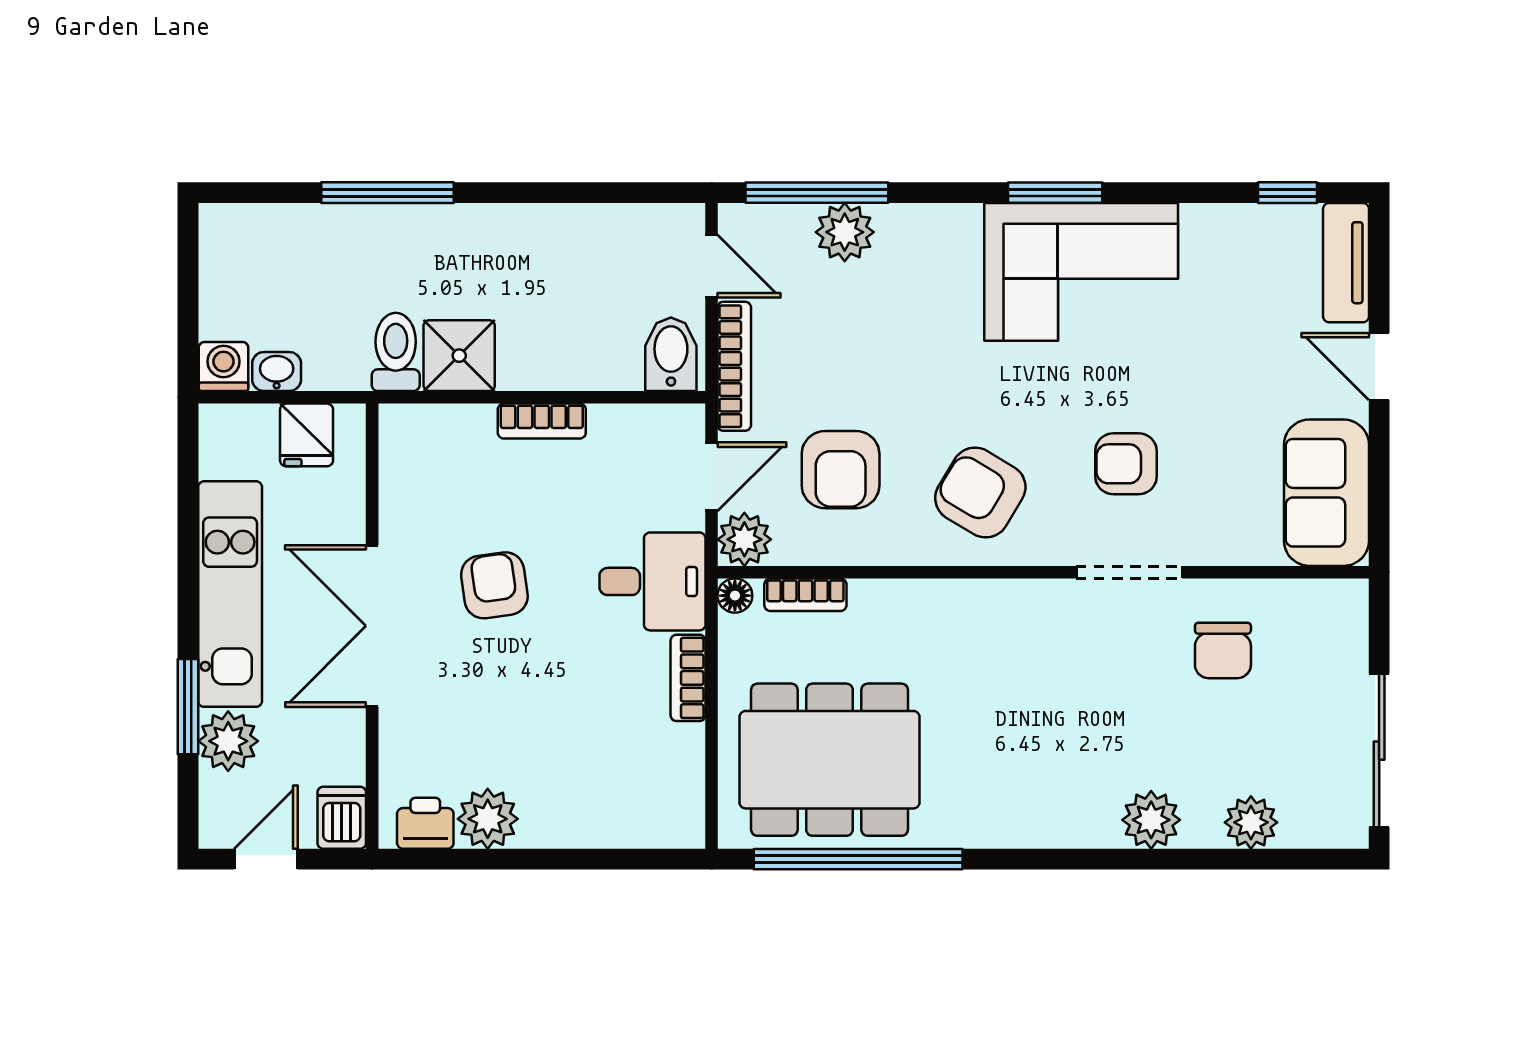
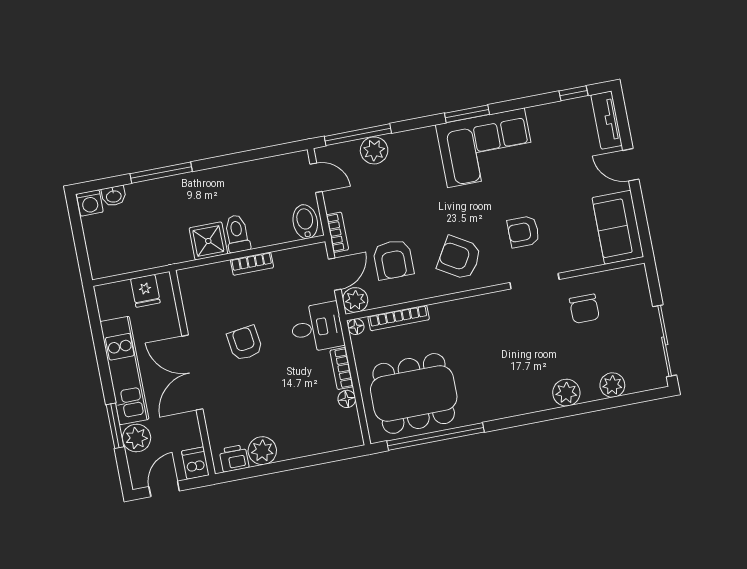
toilet: (396, 352) -> (237, 234), moved
washing machine: (224, 366) -> (90, 203), moved, turned 180
bookcase: (734, 366) -> (337, 232), width x0.64
washbasin: (277, 371) -> (114, 196), moved, turned 180
bookcase: (805, 595) -> (399, 318), width x1.56
floor lamp: (687, 744) -> (347, 399), added

